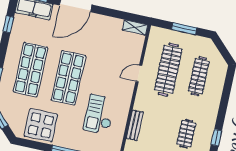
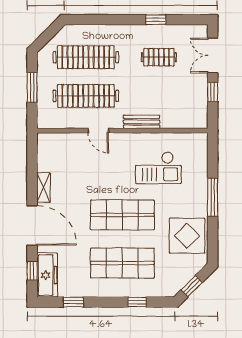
shelving: (135, 27) -> (44, 187), moved
clothes rail: (199, 76) -> (86, 57), width x1.37, depth x1.31
bench: (135, 125) -> (142, 122), moved

